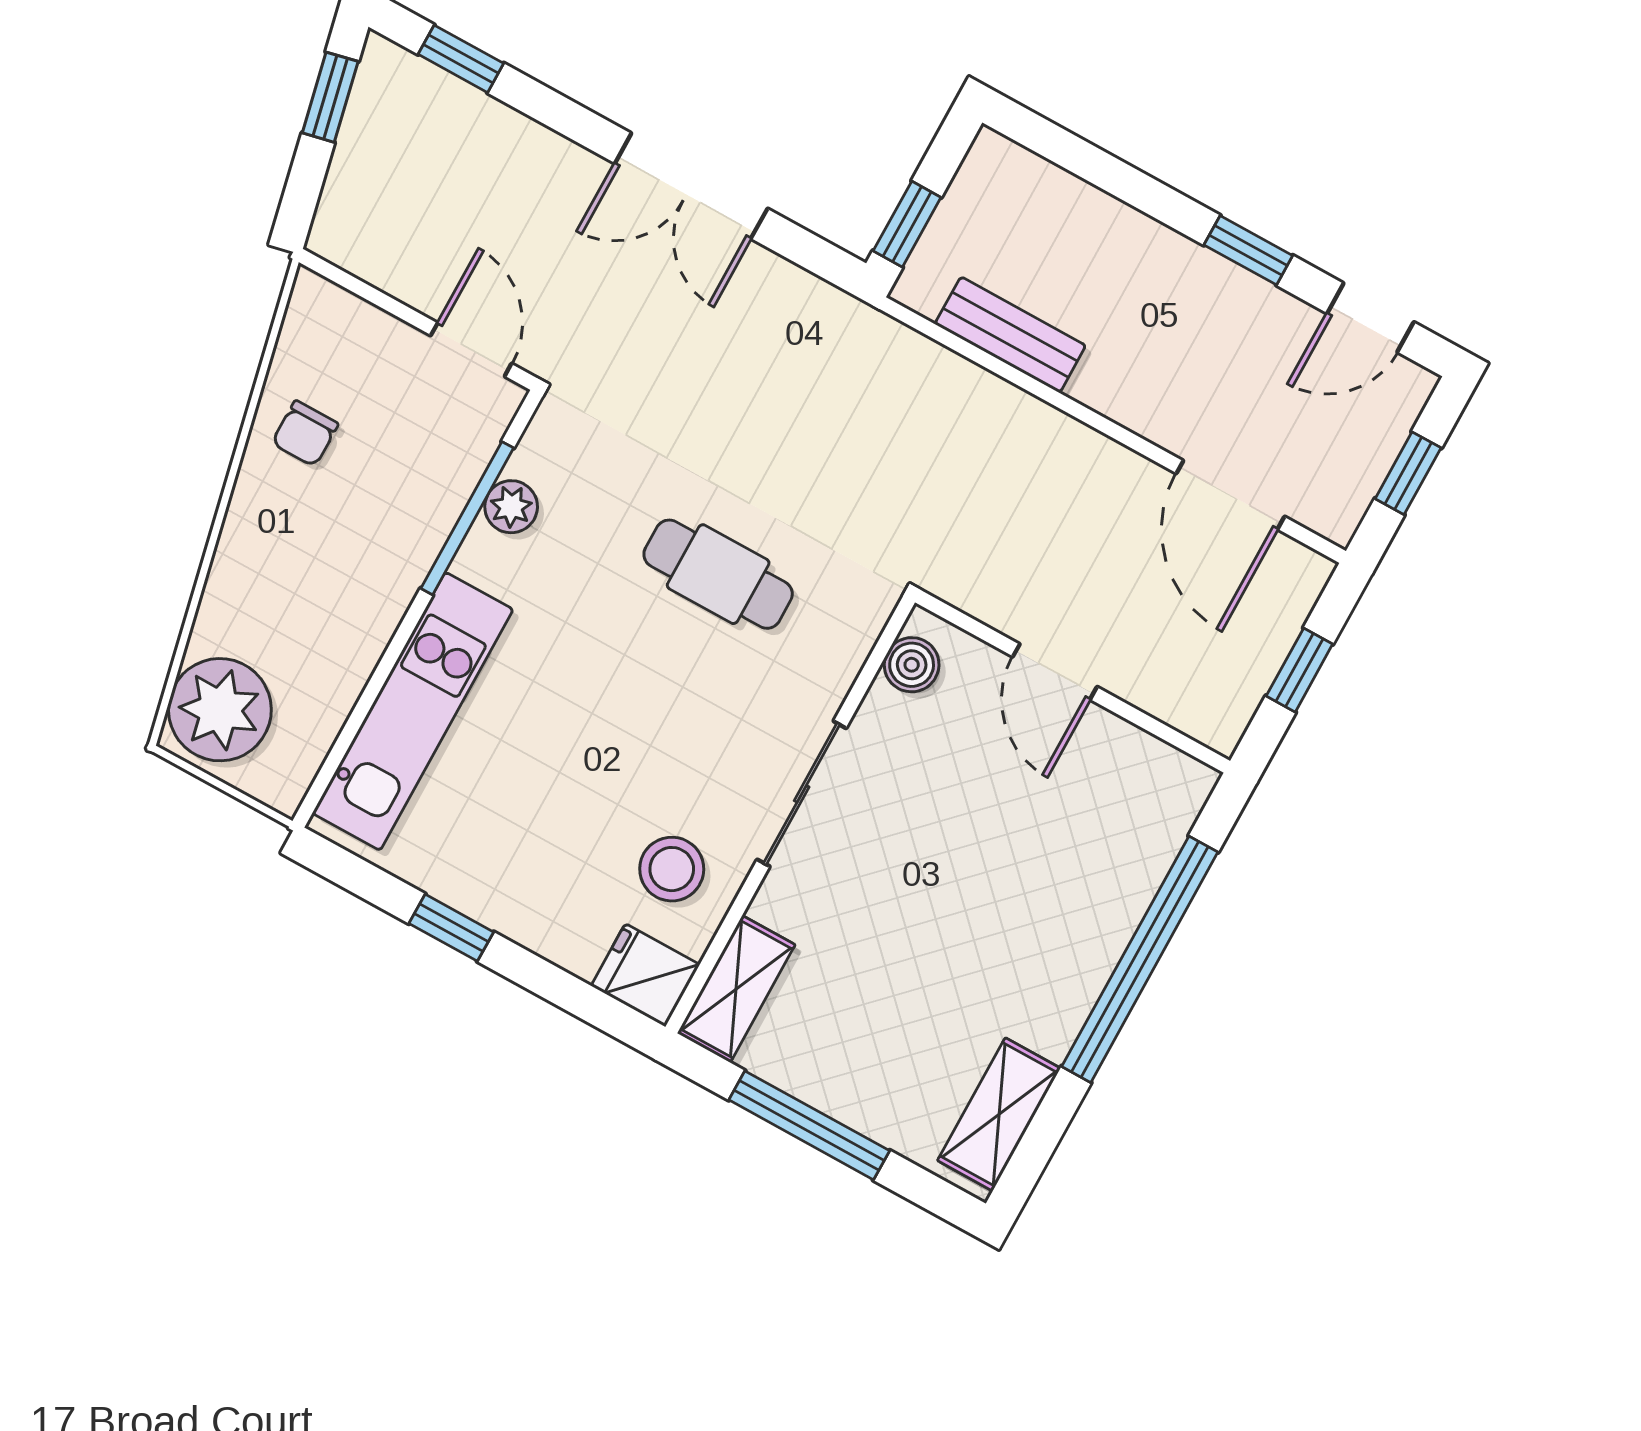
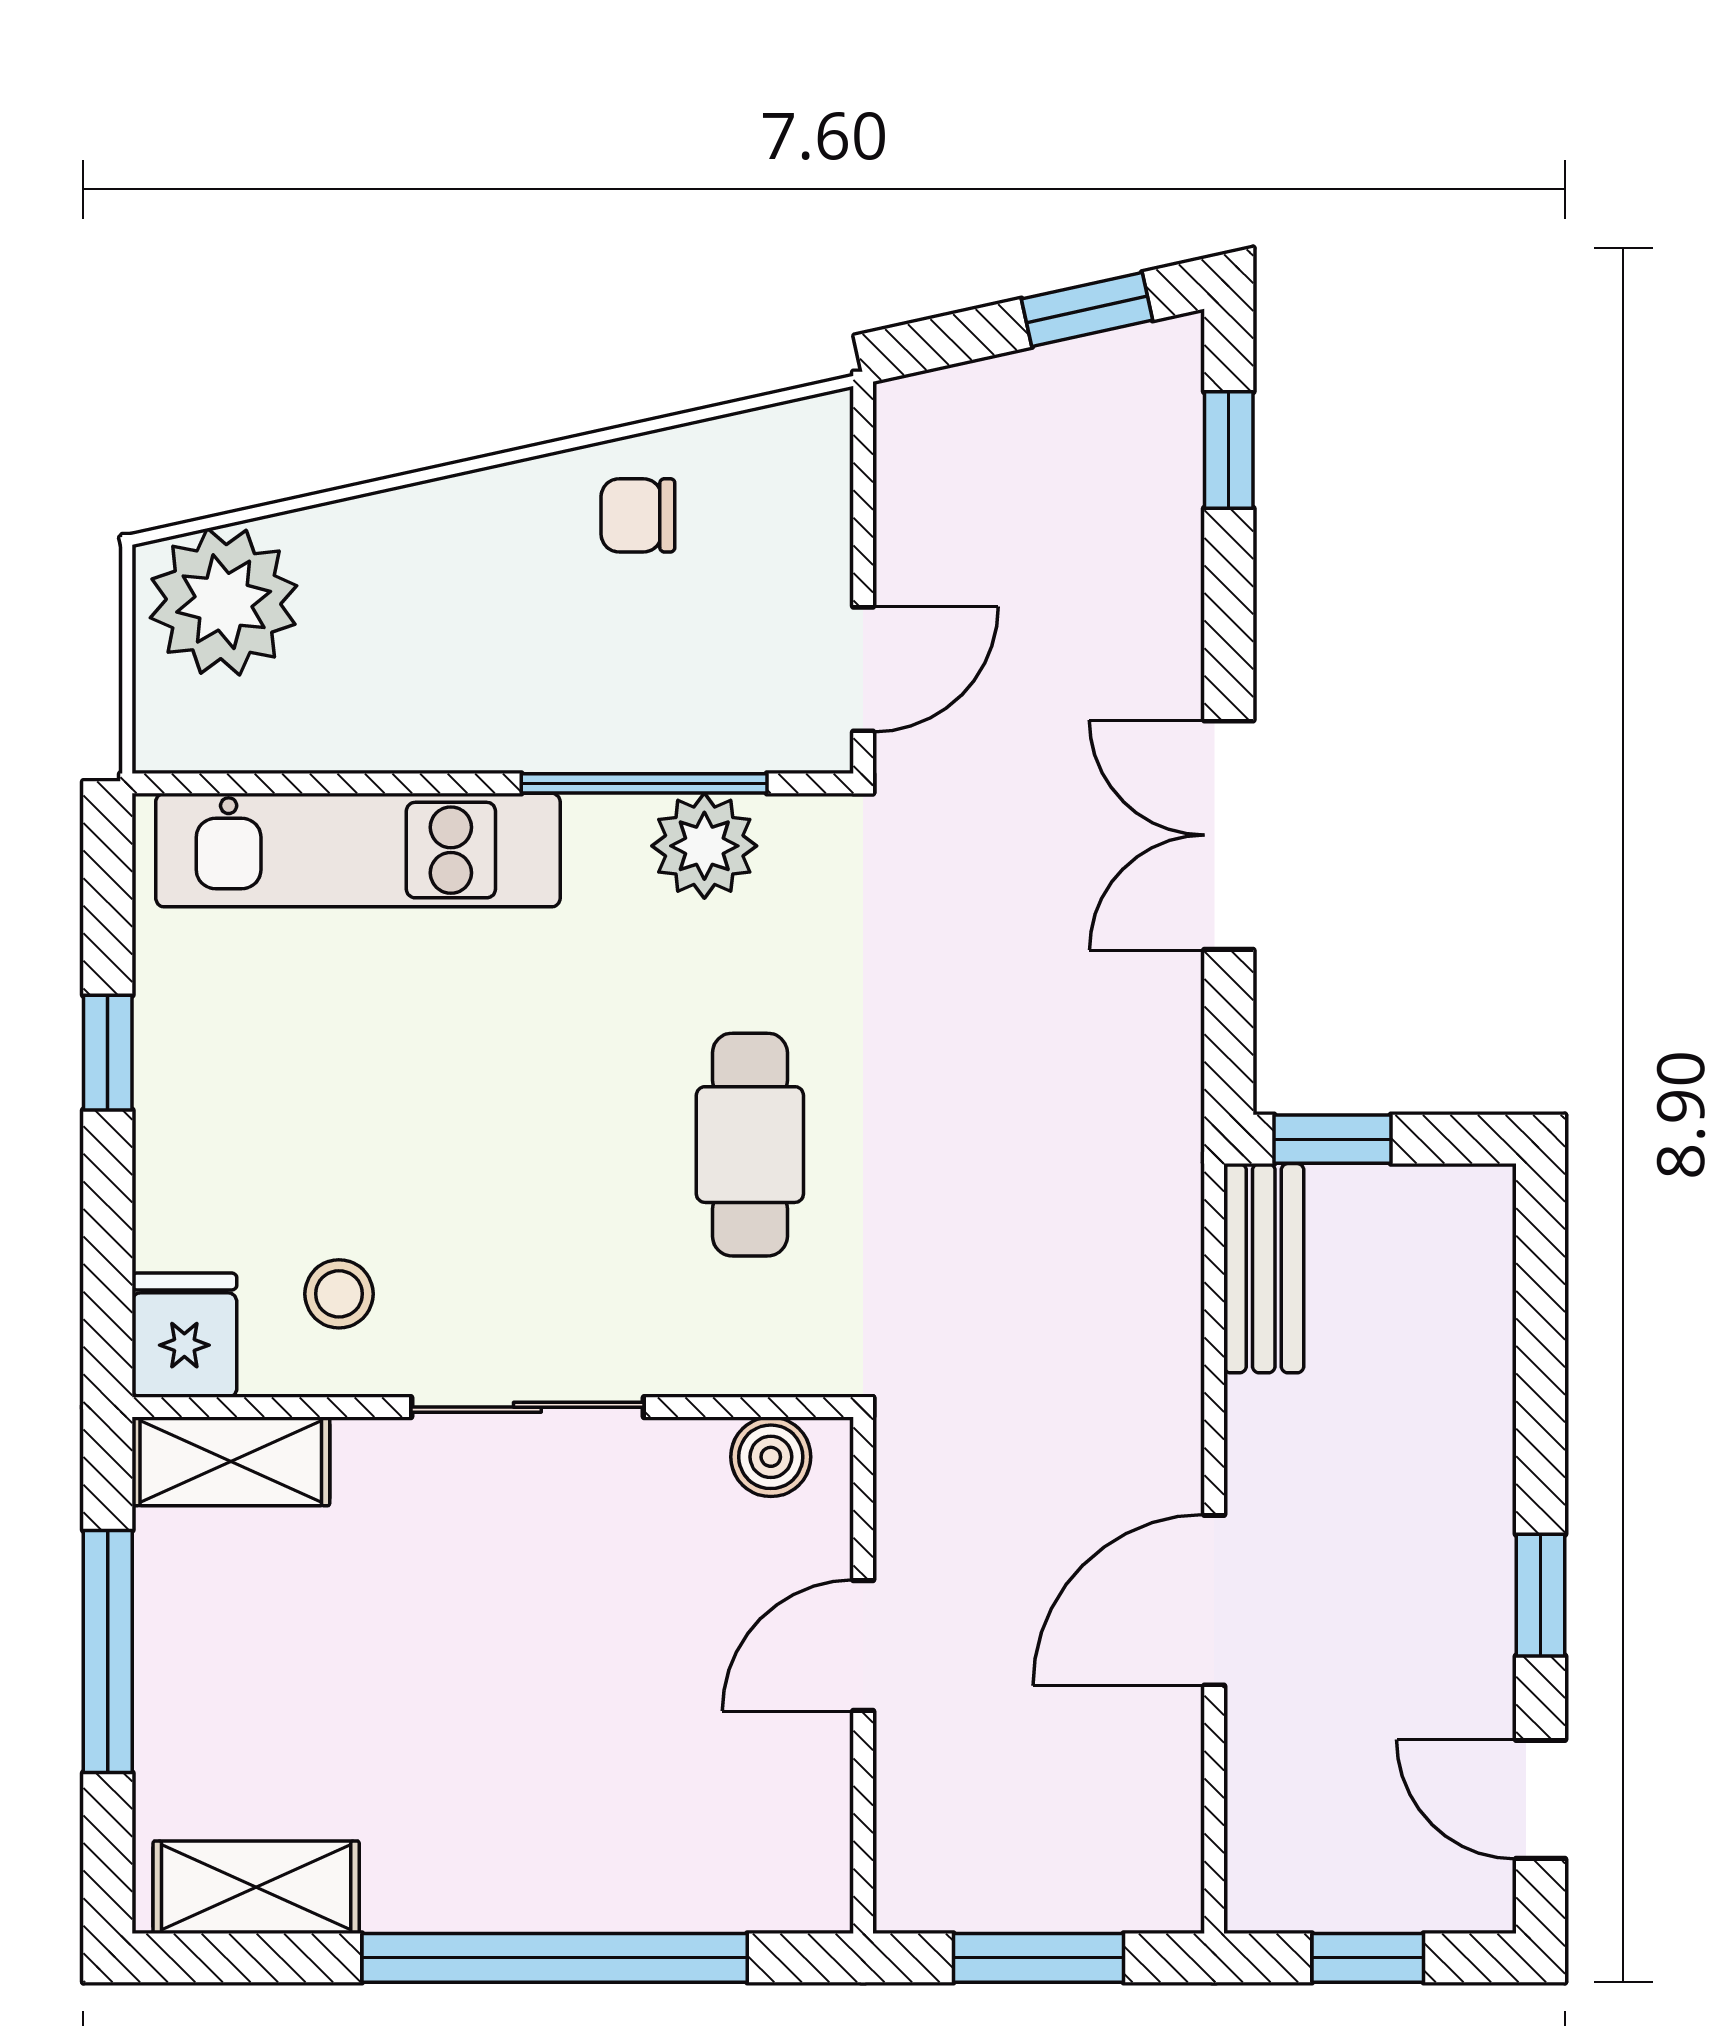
bench: (1010, 335) -> (1264, 1268), moved
door: (1230, 495) -> (1214, 1600), moved
plant: (511, 507) -> (704, 846), width x1.38, depth x1.38
window: (1299, 670) -> (1038, 1958), width x1.50
stool: (672, 869) -> (339, 1294), width x0.73, depth x0.73

